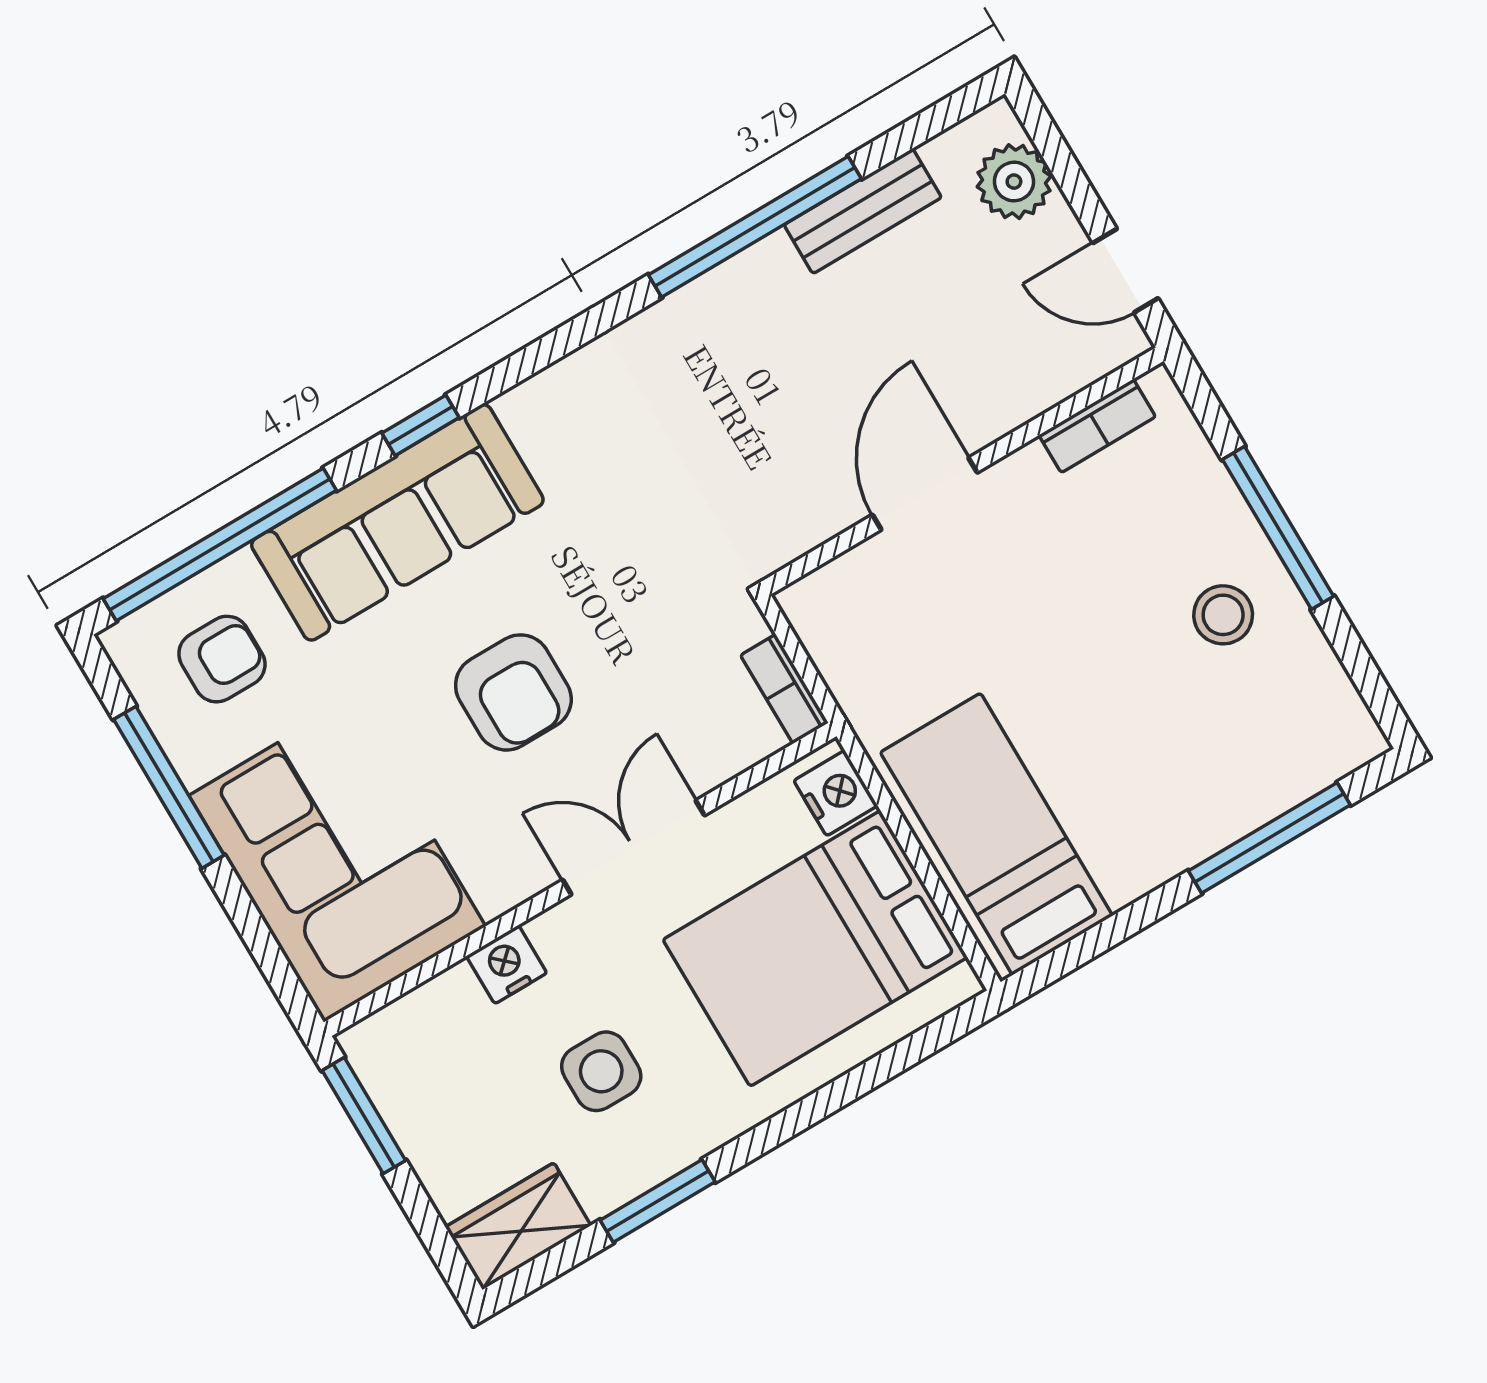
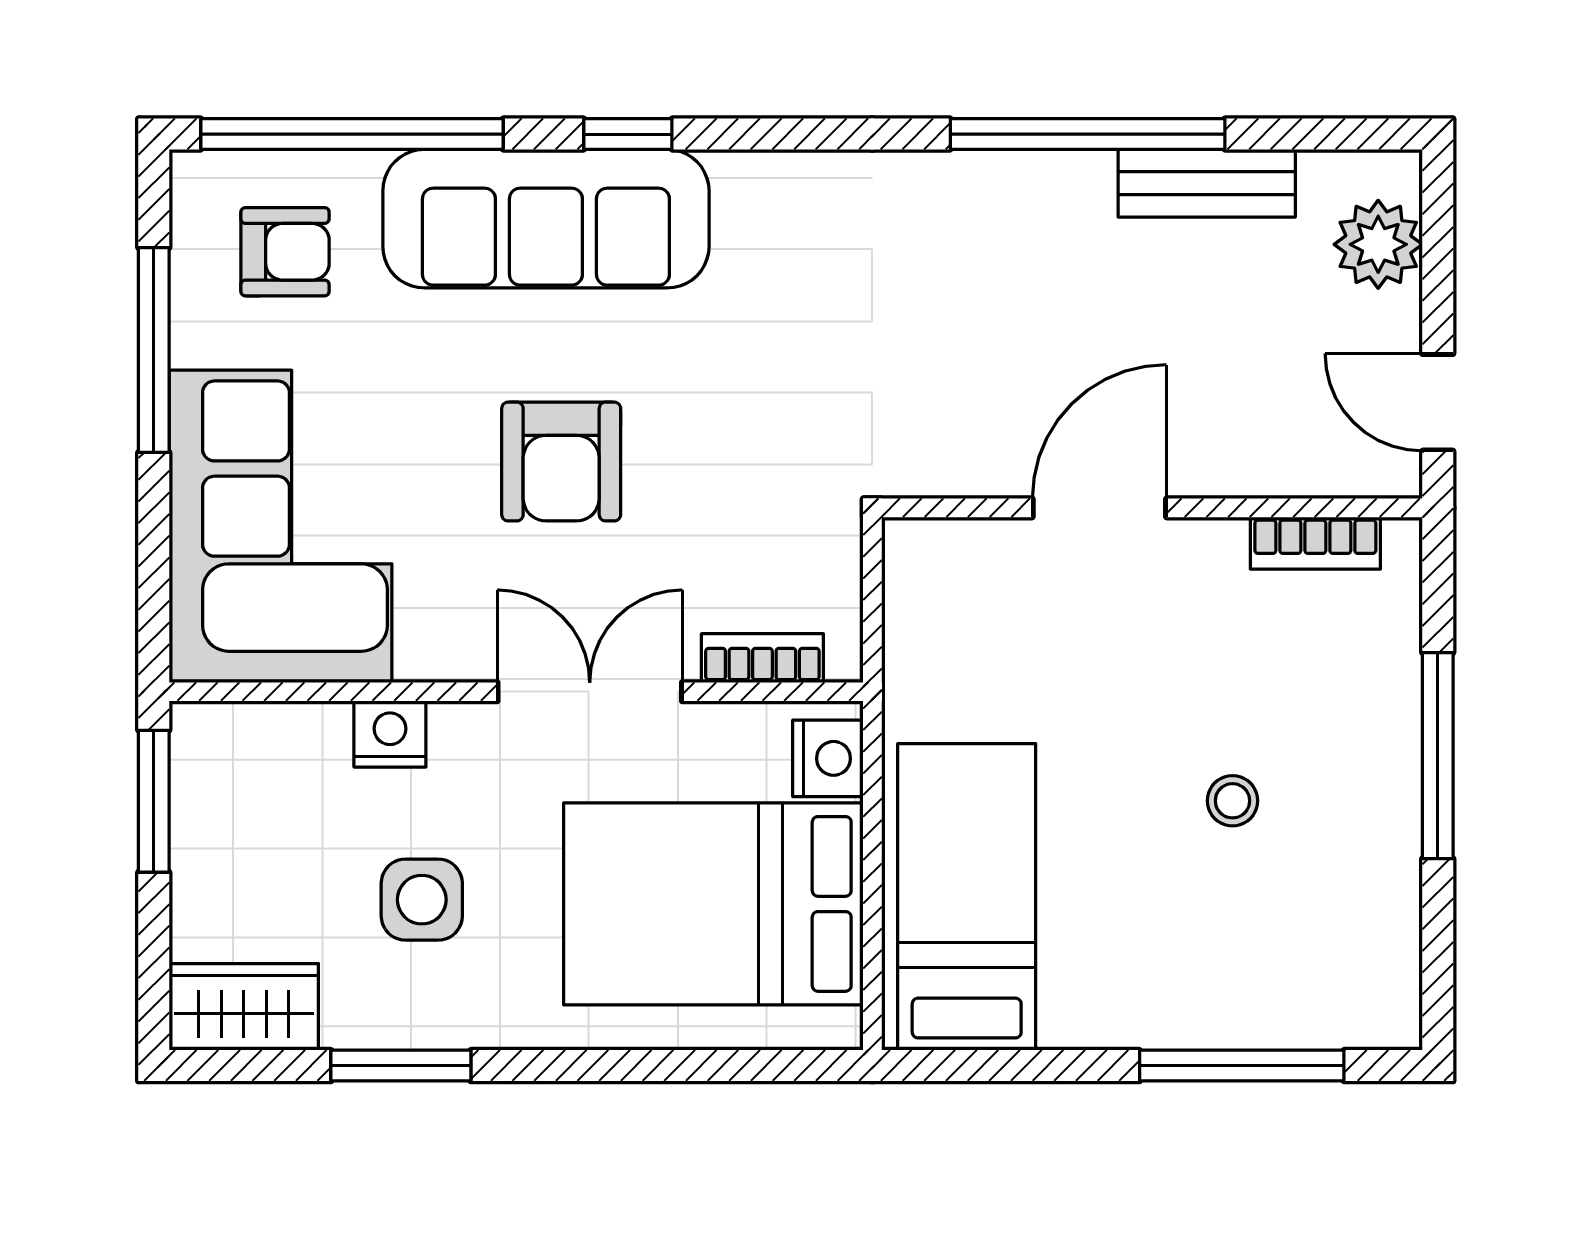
stool: (1223, 615) -> (1232, 801), moved, width x0.73, depth x0.73
bookcase: (784, 689) -> (762, 658), moved, turned 90

